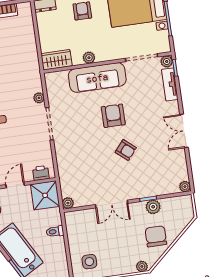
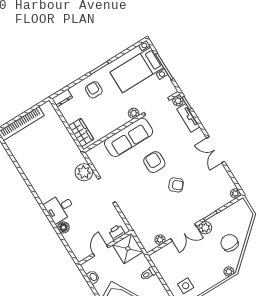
plant: (89, 58) -> (134, 113), moved
wardrobe: (57, 60) -> (81, 133), moved, turned 90
plant: (39, 98) -> (84, 172), width x1.88, depth x1.88
plant: (68, 203) -> (160, 240), moved
plant: (153, 207) -> (205, 228), moved

